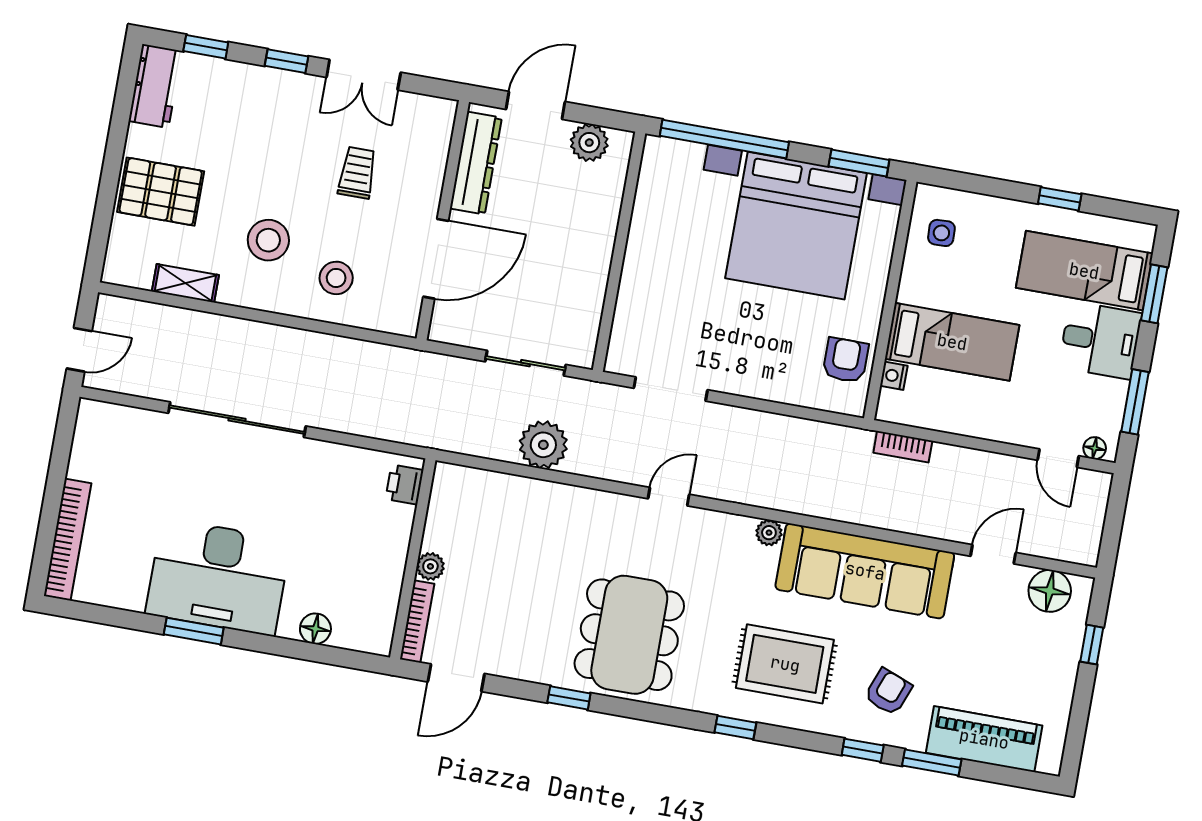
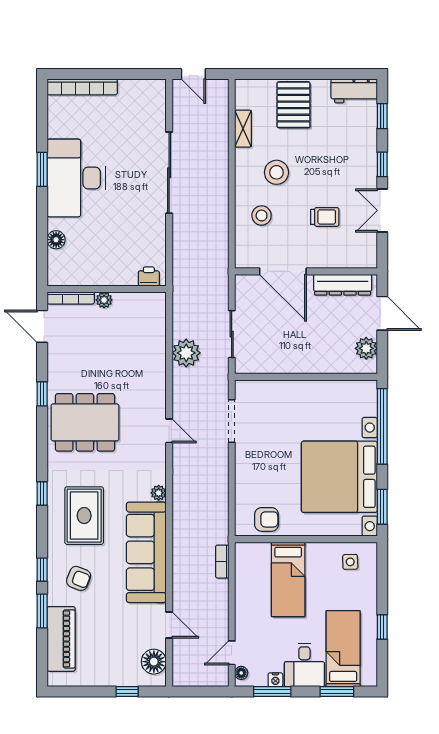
nightstand: (894, 376) -> (275, 680), moved, turned 180

